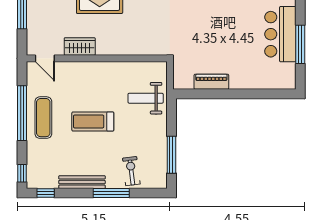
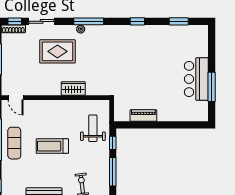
wardrobe: (80, 46) -> (73, 88), moved
weight bench: (146, 98) -> (93, 128), turned 90
window: (171, 117) -> (113, 143), added

